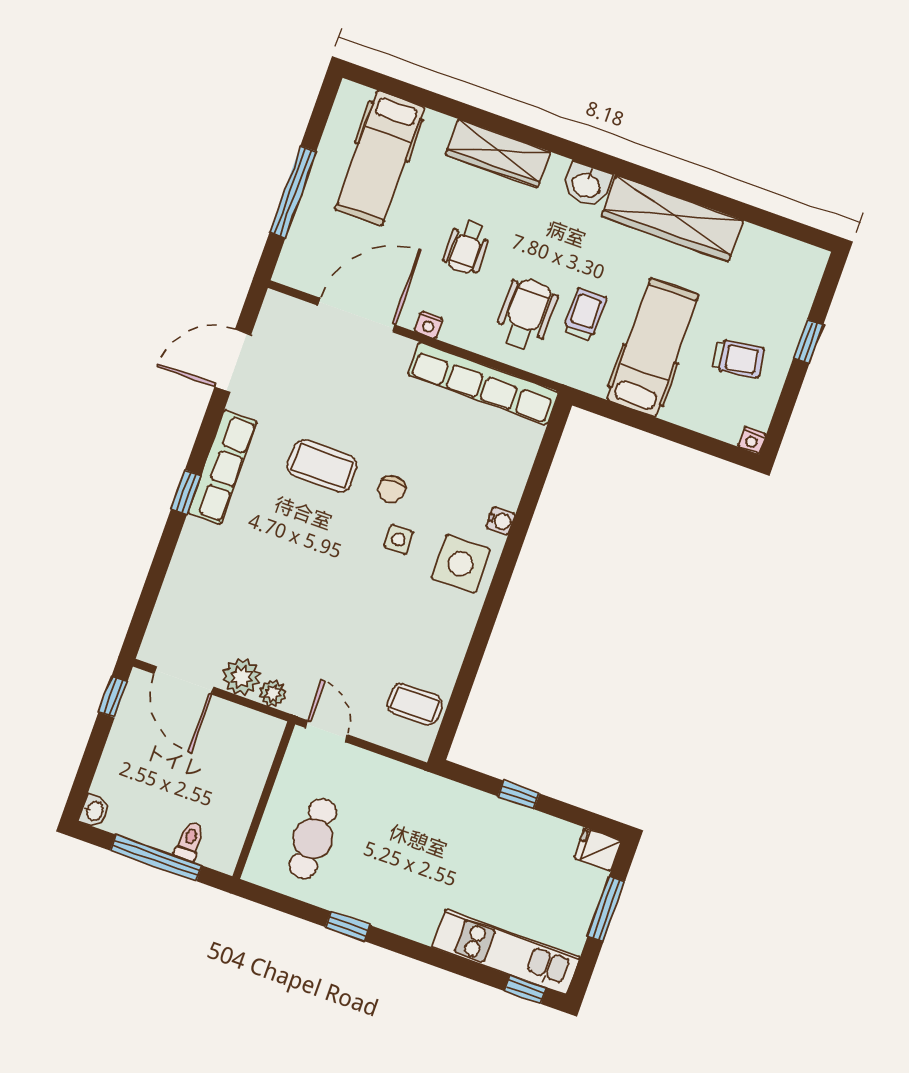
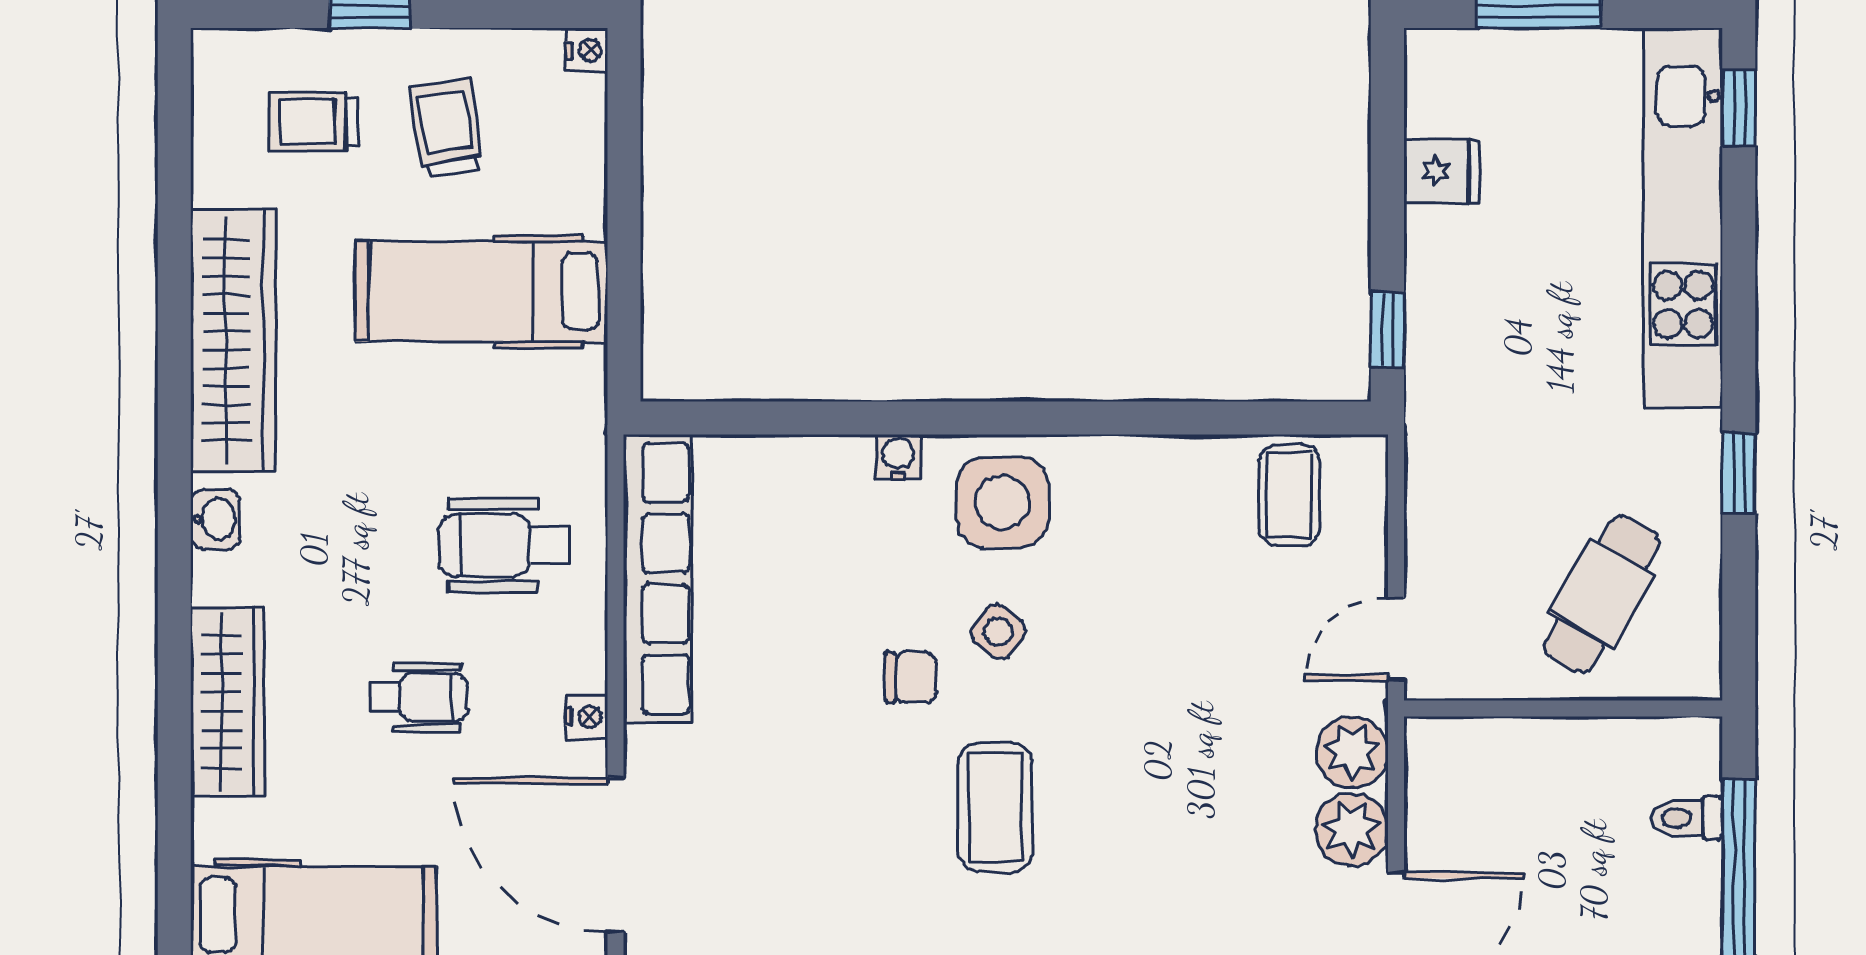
washbasin: (587, 184) -> (215, 519), width x0.72, depth x0.69
trolley: (585, 314) -> (313, 122), moved
coffee table: (322, 466) -> (995, 807), moved
side table: (399, 539) -> (998, 632), turned 38
plant: (273, 693) -> (1352, 752), width x1.38, depth x1.38
window: (519, 795) -> (1387, 330), moved
cafe table: (313, 839) -> (1602, 594), turned -61
fridge: (598, 849) -> (1442, 171), moved, turned -90
kitchen unit: (506, 952) -> (1683, 217), width x1.36

